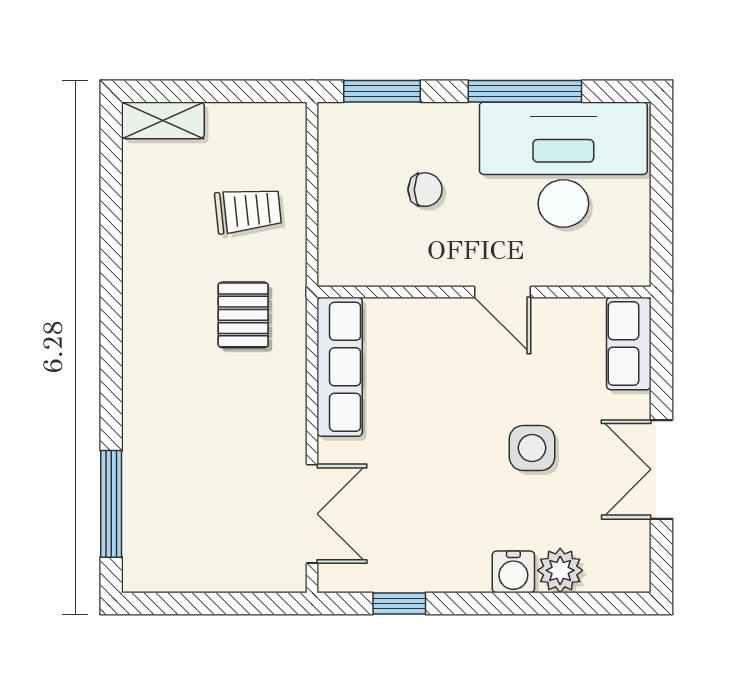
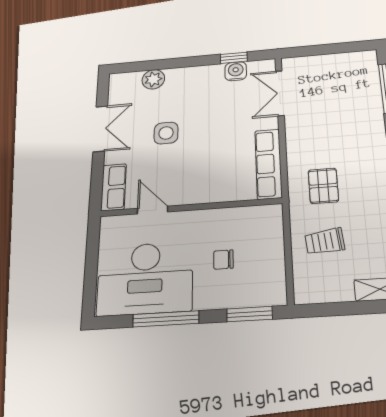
door: (502, 292) -> (153, 210), moved
water cooler: (513, 572) -> (236, 71), moved

